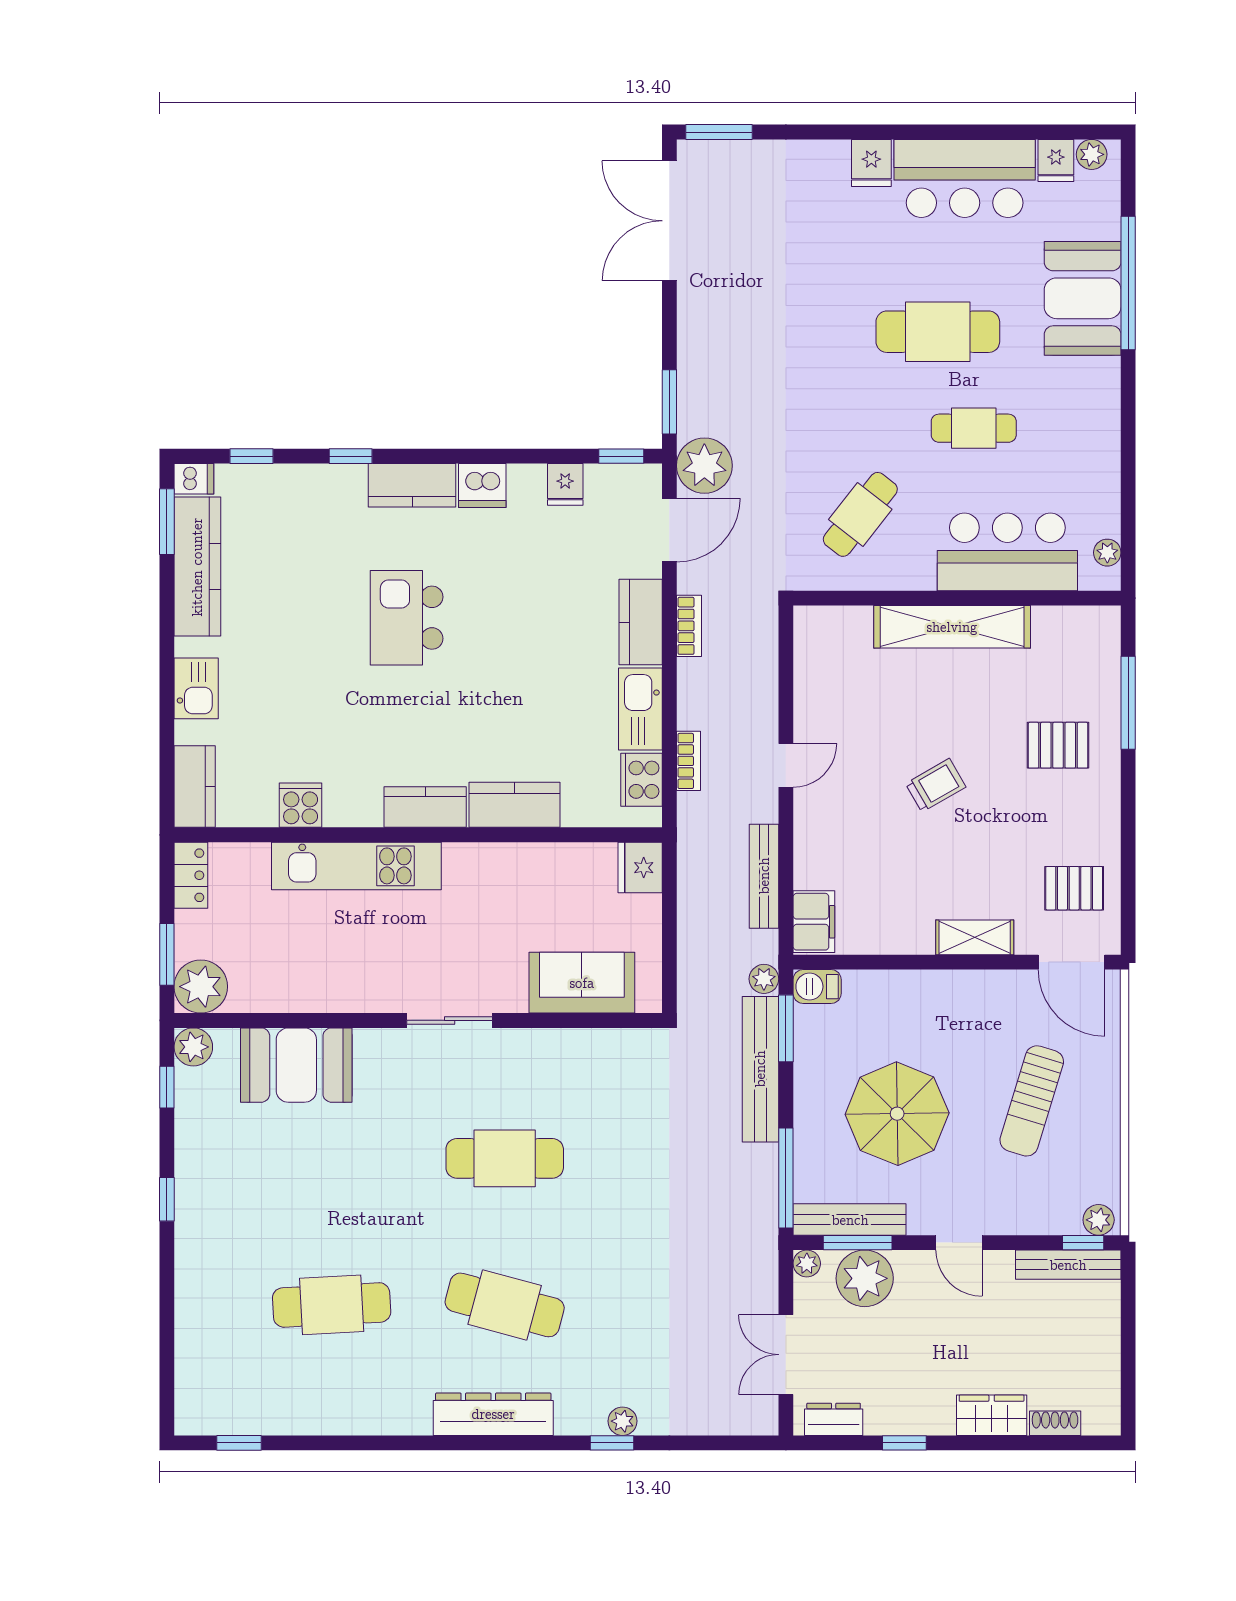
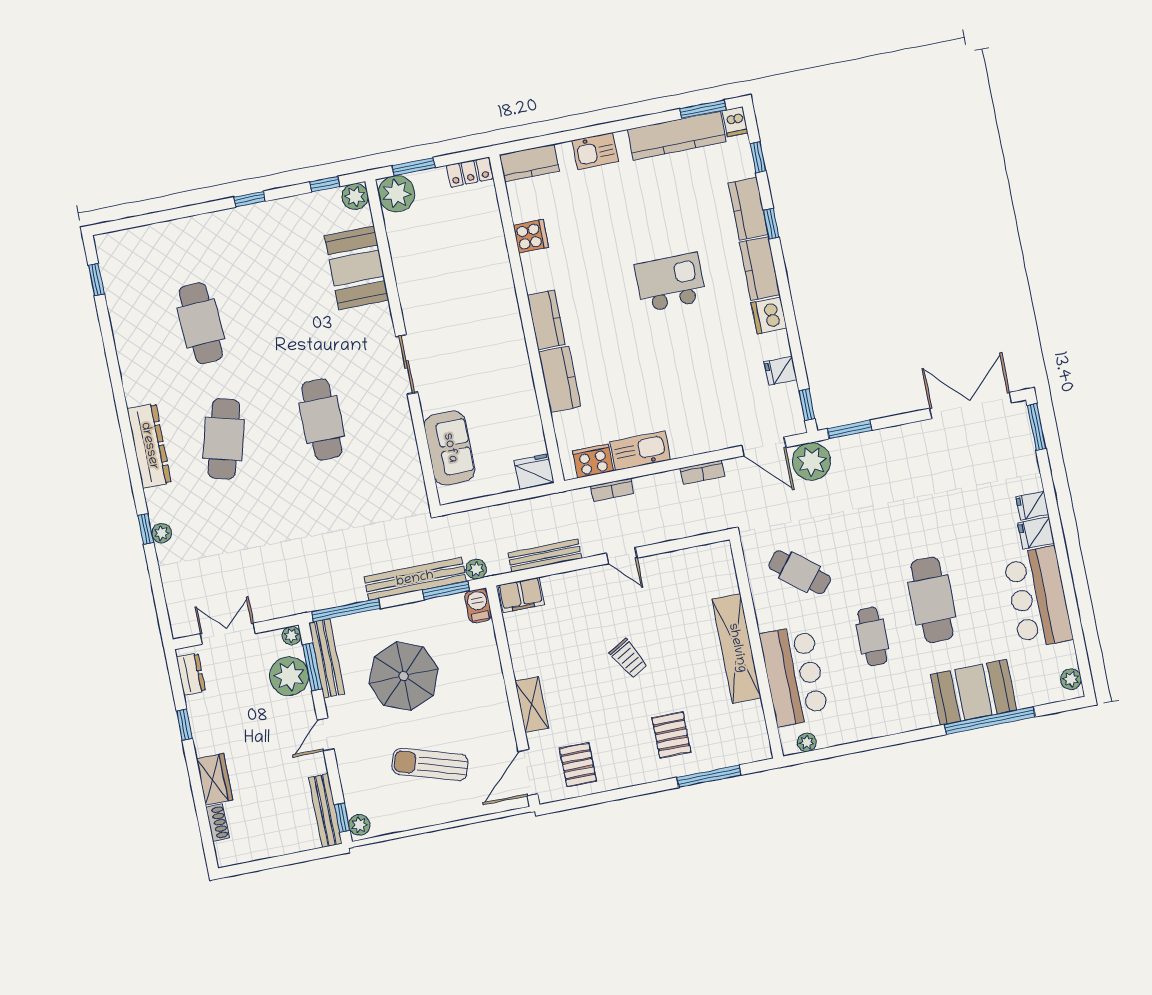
fridge: (1056, 160) -> (1032, 506), moved
kitchen counter: (641, 622) -> (748, 209), moved, turned -90
kitchen unit: (356, 866) -> (498, 282), removed

